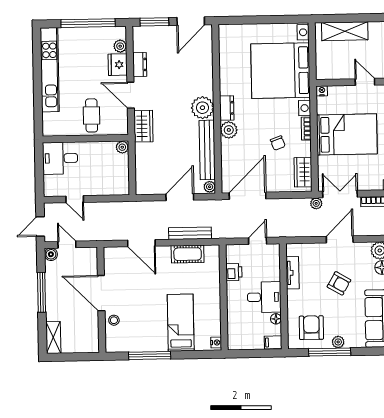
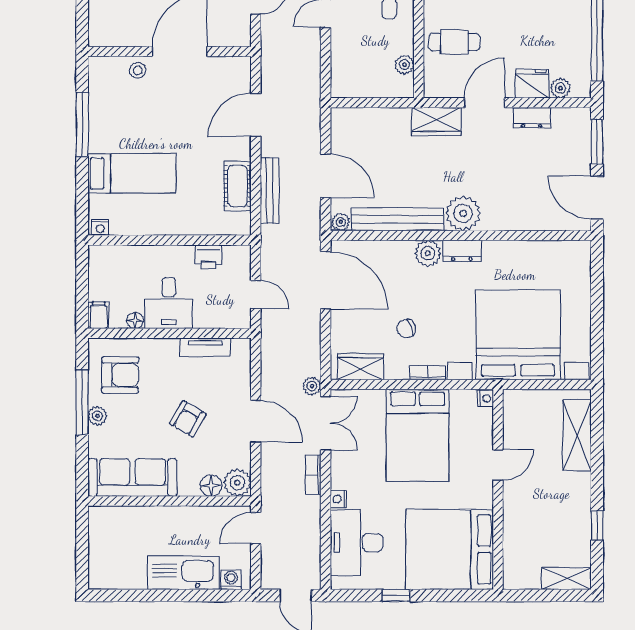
plant: (122, 147) -> (404, 65), moved

